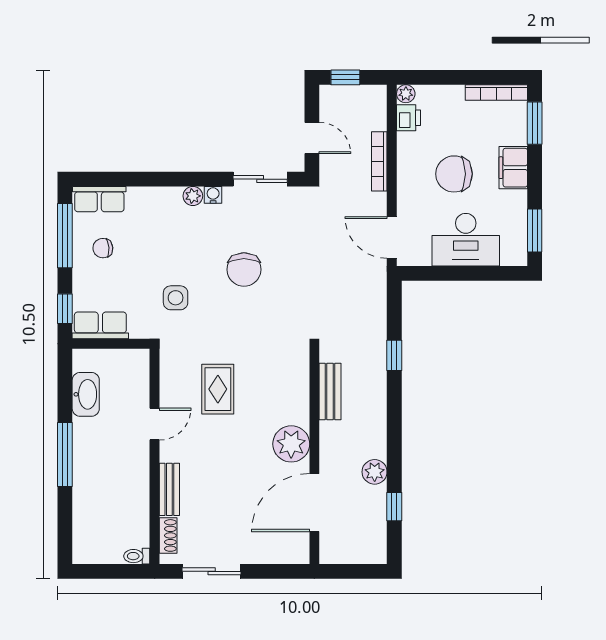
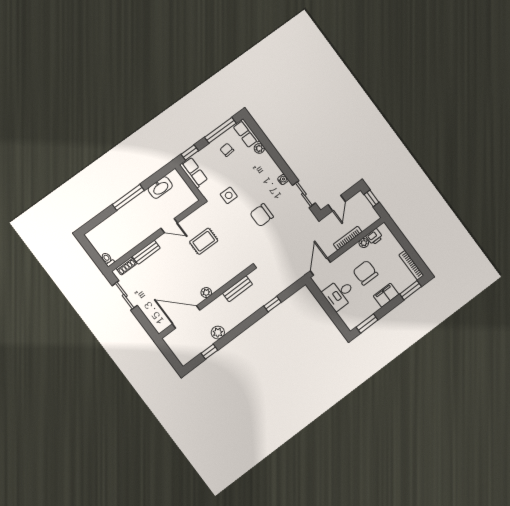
plant: (406, 94) -> (364, 243), moved
plant: (193, 196) -> (259, 148), moved
desk: (466, 240) -> (339, 294), width x0.73
plant: (291, 444) -> (206, 293), width x0.53, depth x0.53

